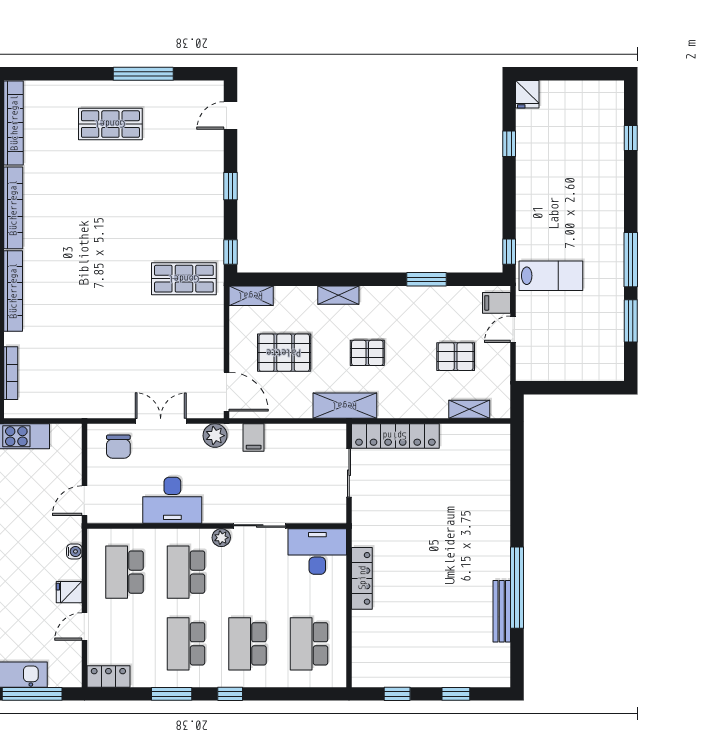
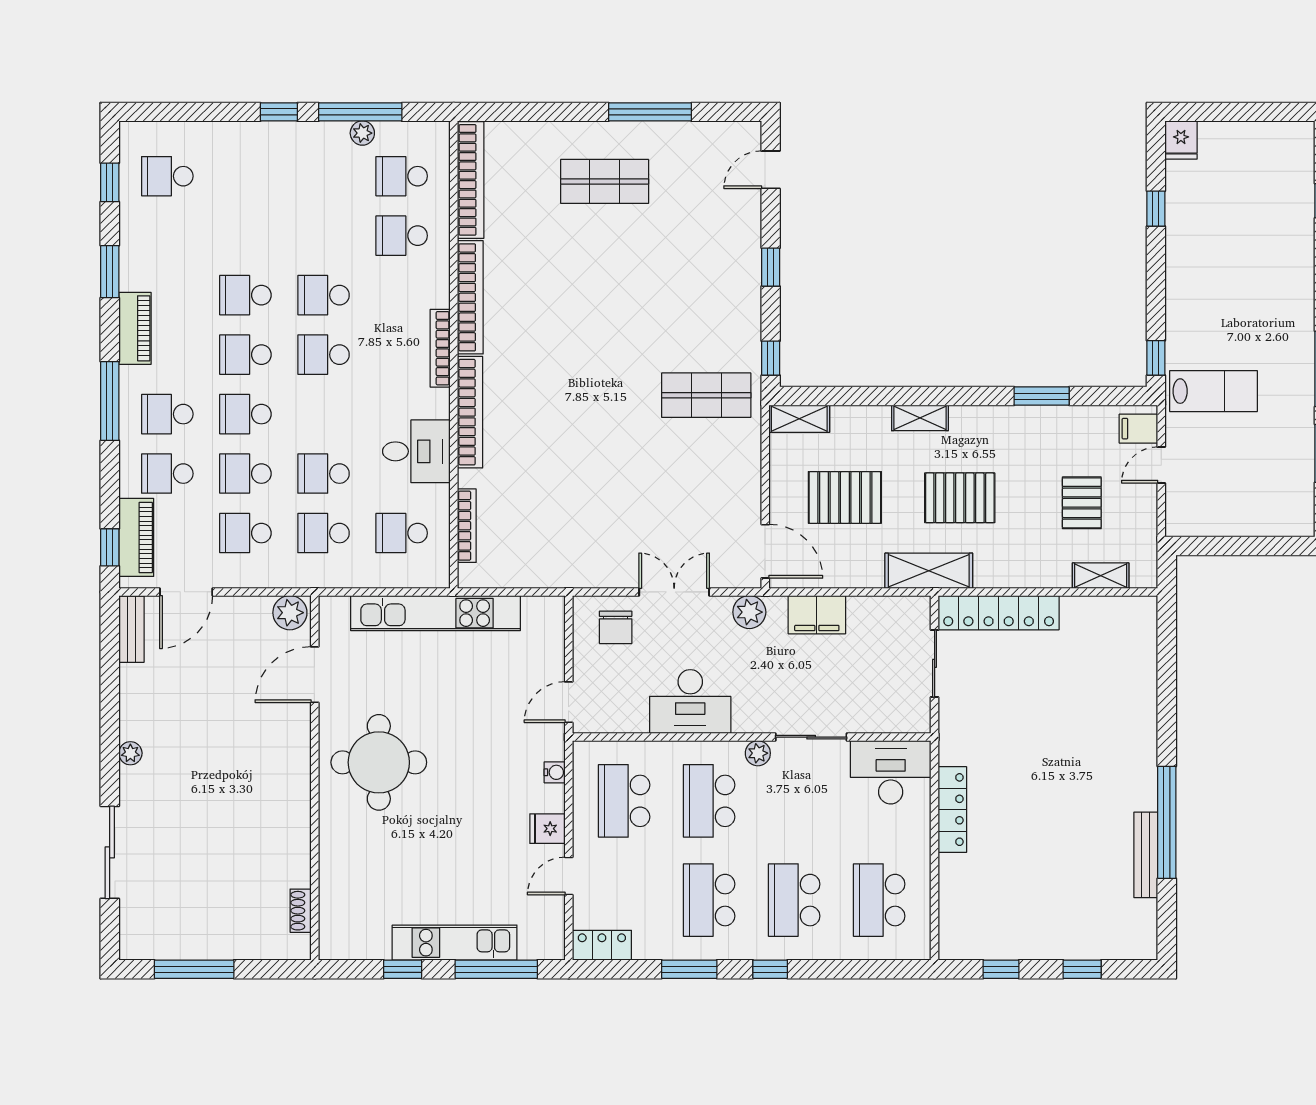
pallet: (367, 353) -> (960, 498), width x1.50, depth x1.42
pallet: (456, 357) -> (1082, 503), turned 90
filing cabinet: (254, 437) -> (817, 615), width x2.00

